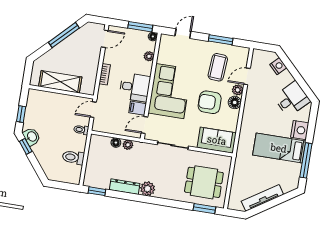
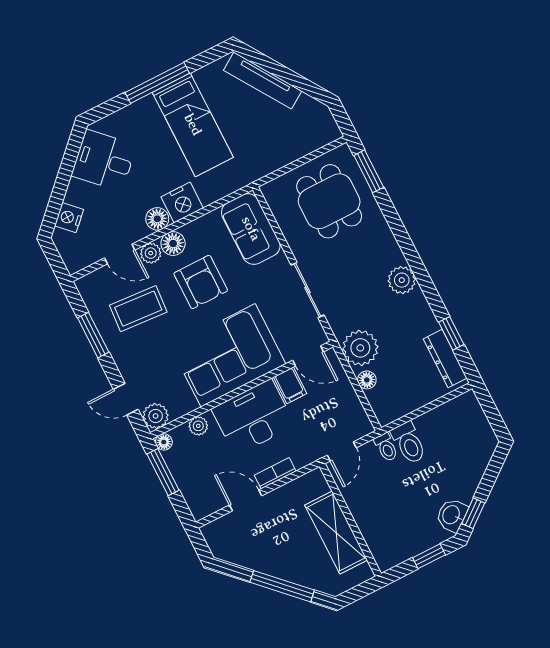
window: (64, 35) -> (282, 586), moved
door: (105, 39) -> (246, 500), moved
plant: (167, 41) -> (156, 416), added
desk: (135, 87) -> (253, 417), width x1.37
floor lamp: (250, 103) -> (157, 219), added
door: (93, 110) -> (342, 451), hinge flipped
nightstand: (300, 130) -> (182, 202), moved, turned 180
plant: (128, 145) -> (360, 348), width x1.87, depth x1.87
toilet: (73, 157) -> (409, 443), moved
window: (306, 160) -> (157, 83), moved
dresser: (125, 187) -> (445, 359), moved
window: (97, 191) -> (451, 333), moved
tv unit: (262, 198) -> (263, 81), moved

